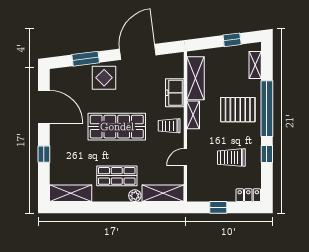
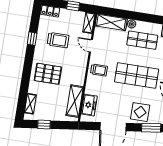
freezer: (175, 93) -> (89, 105), moved
window: (267, 109) -> (27, 71), removed
shelving: (193, 115) -> (89, 23), moved
door: (185, 157) -> (91, 46), swing flipped

